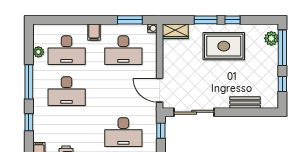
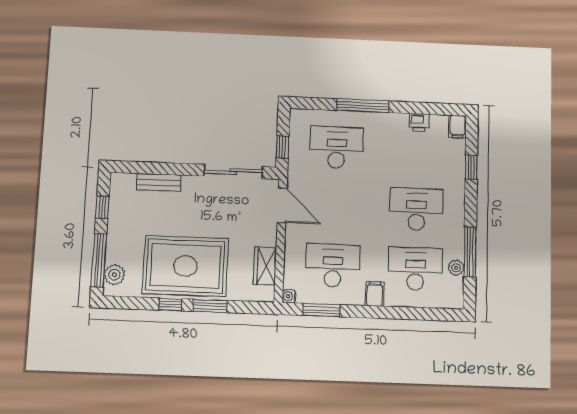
wardrobe: (175, 31) -> (265, 266), moved, turned -90
rug: (224, 46) -> (185, 266), width x1.37, depth x1.44
window: (29, 82) -> (470, 252), moved

